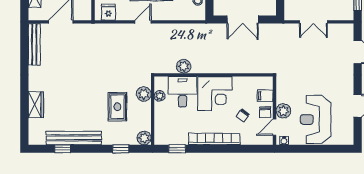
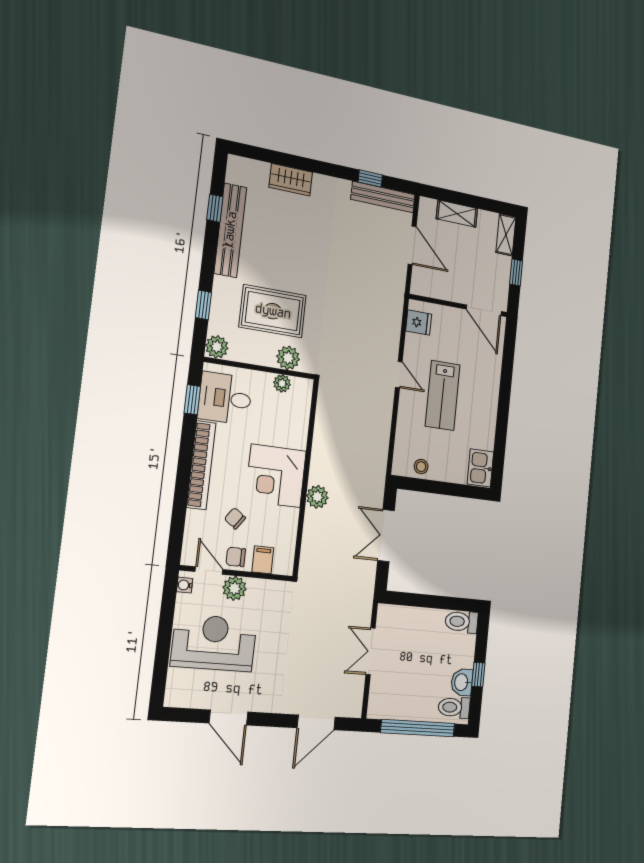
window: (24, 54) -> (370, 178), added
plant: (184, 66) -> (317, 497), moved
desk: (183, 92) -> (225, 398), moved, turned 180
rug: (117, 107) -> (273, 311), width x1.36, depth x1.43

